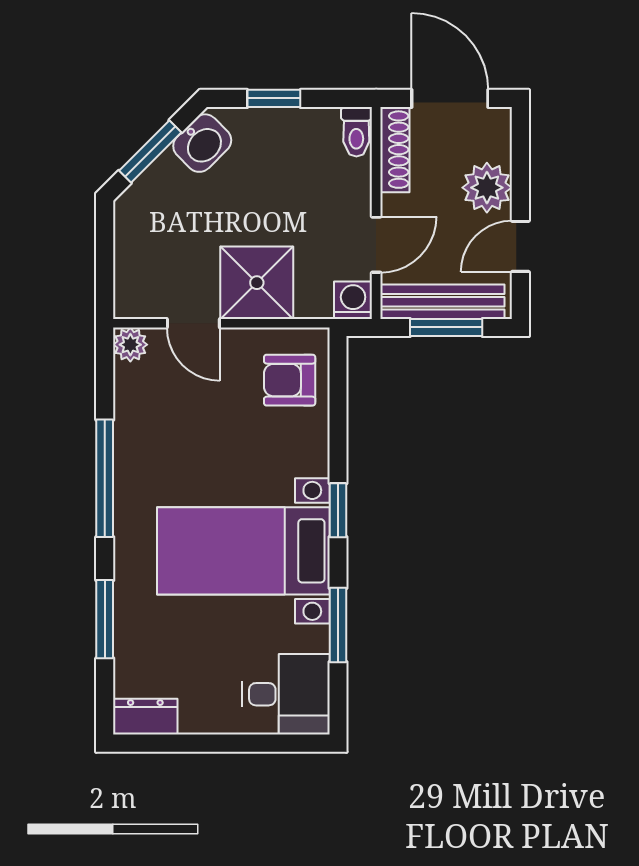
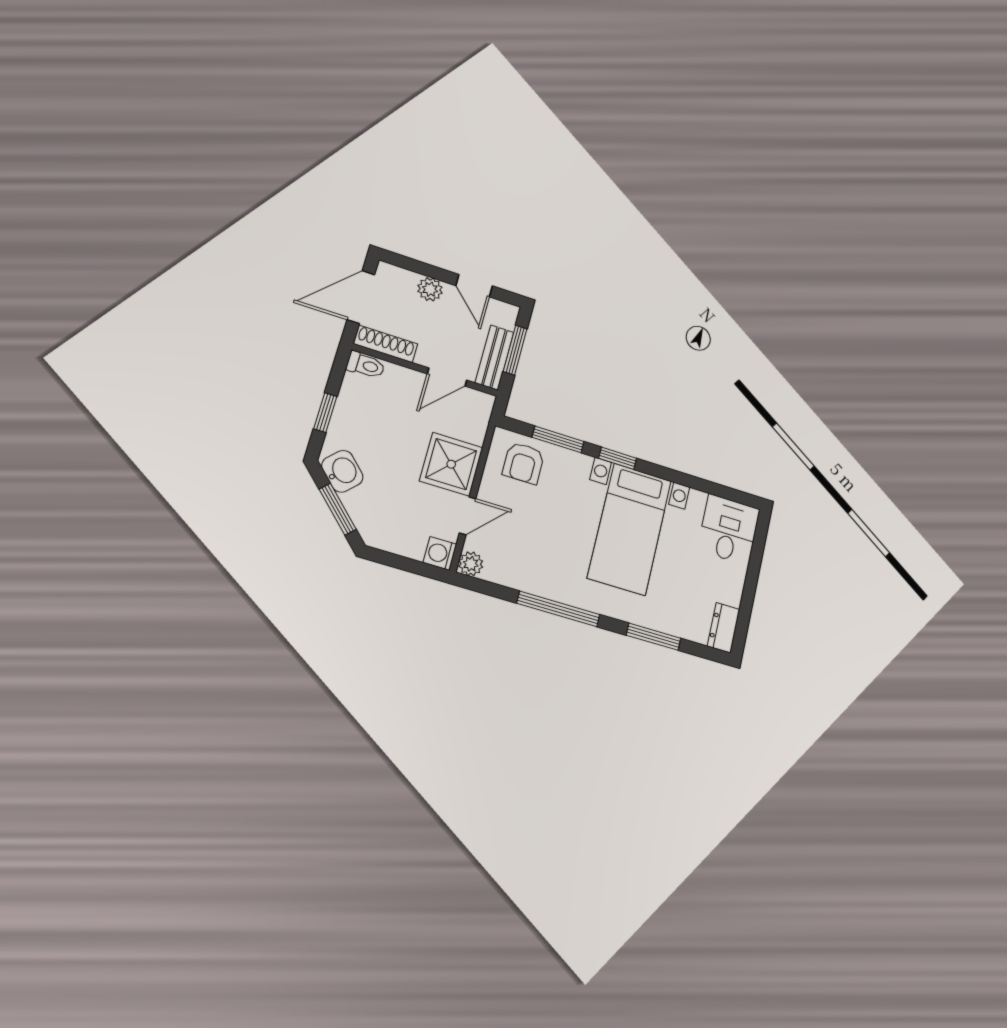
plant: (487, 188) -> (430, 289), width x0.73, depth x0.73
door: (376, 245) -> (447, 377), swing flipped
washing machine: (353, 300) -> (440, 553), moved
bench: (442, 302) -> (494, 357), width x0.73
window: (338, 625) -> (558, 439), moved

